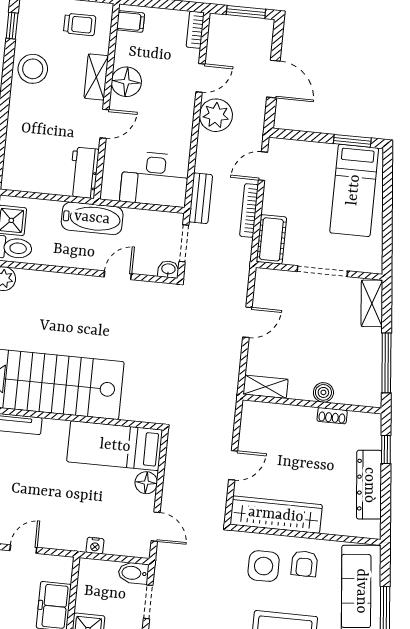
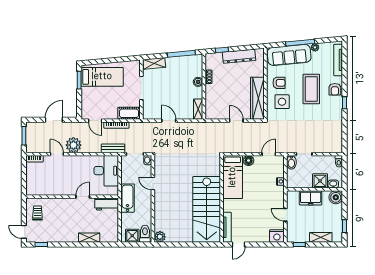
filing cabinet: (131, 21) -> (34, 189), removed
stool: (33, 69) -> (60, 233), removed
shelving: (96, 77) -> (89, 238), moved
floor lamp: (126, 82) -> (62, 188), removed
door: (104, 124) -> (83, 197), hinge flipped

